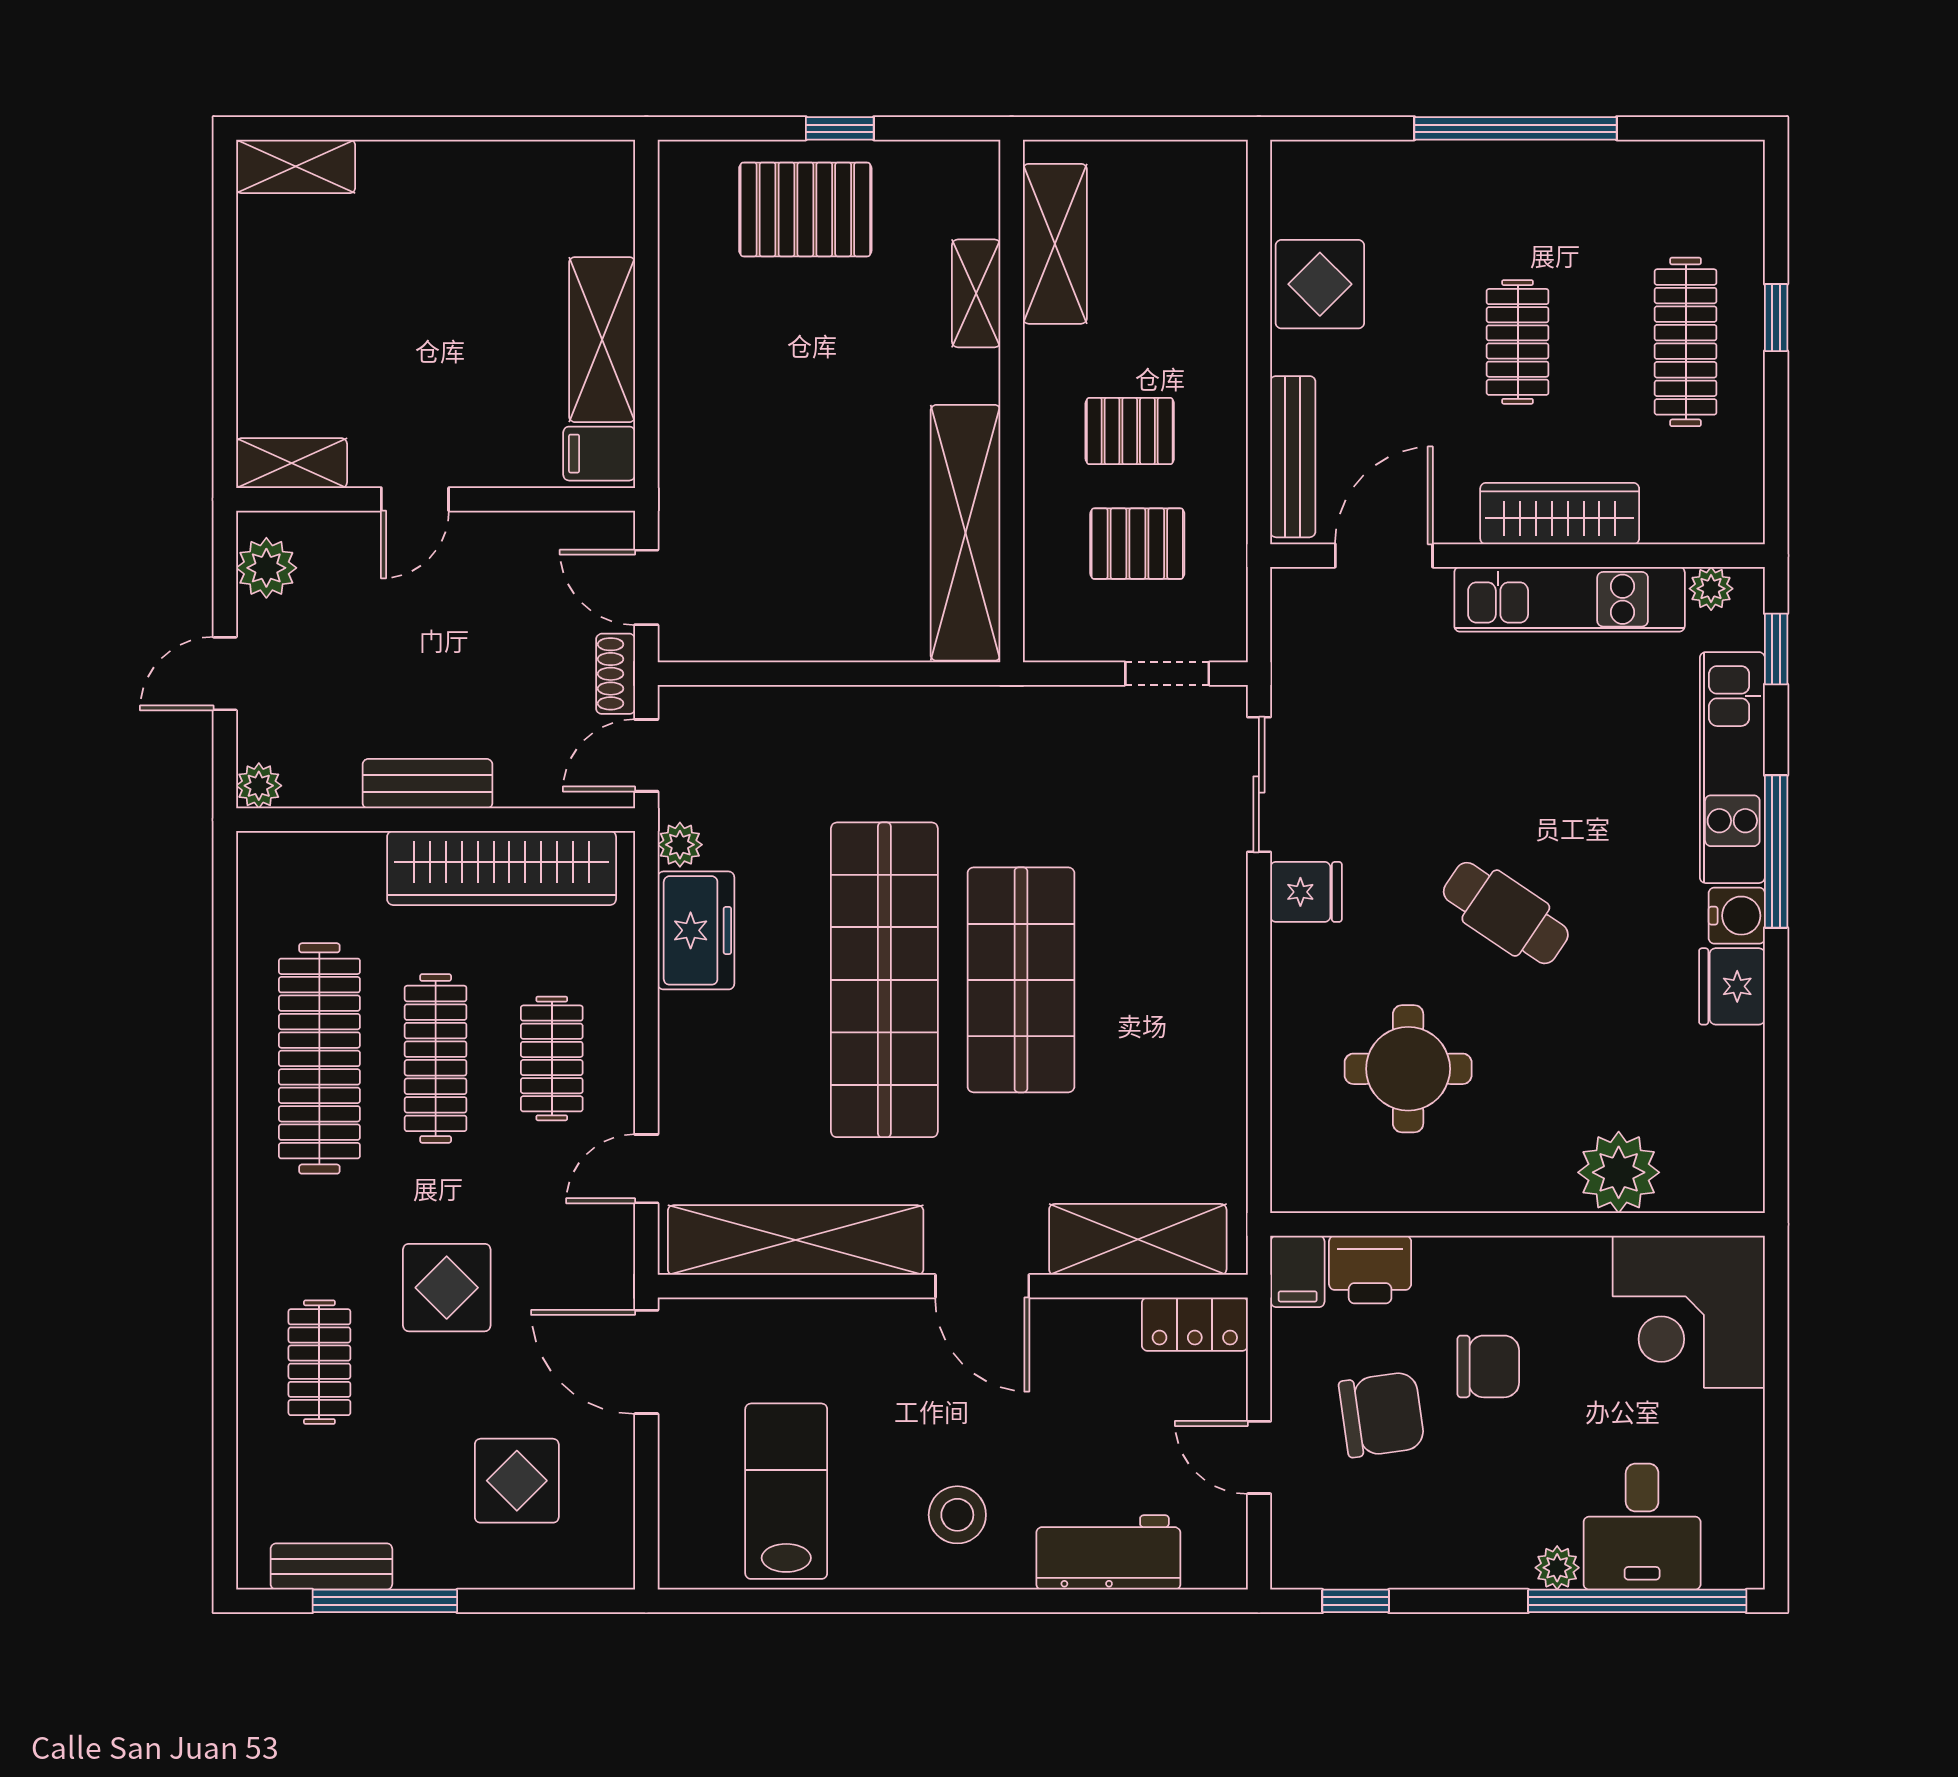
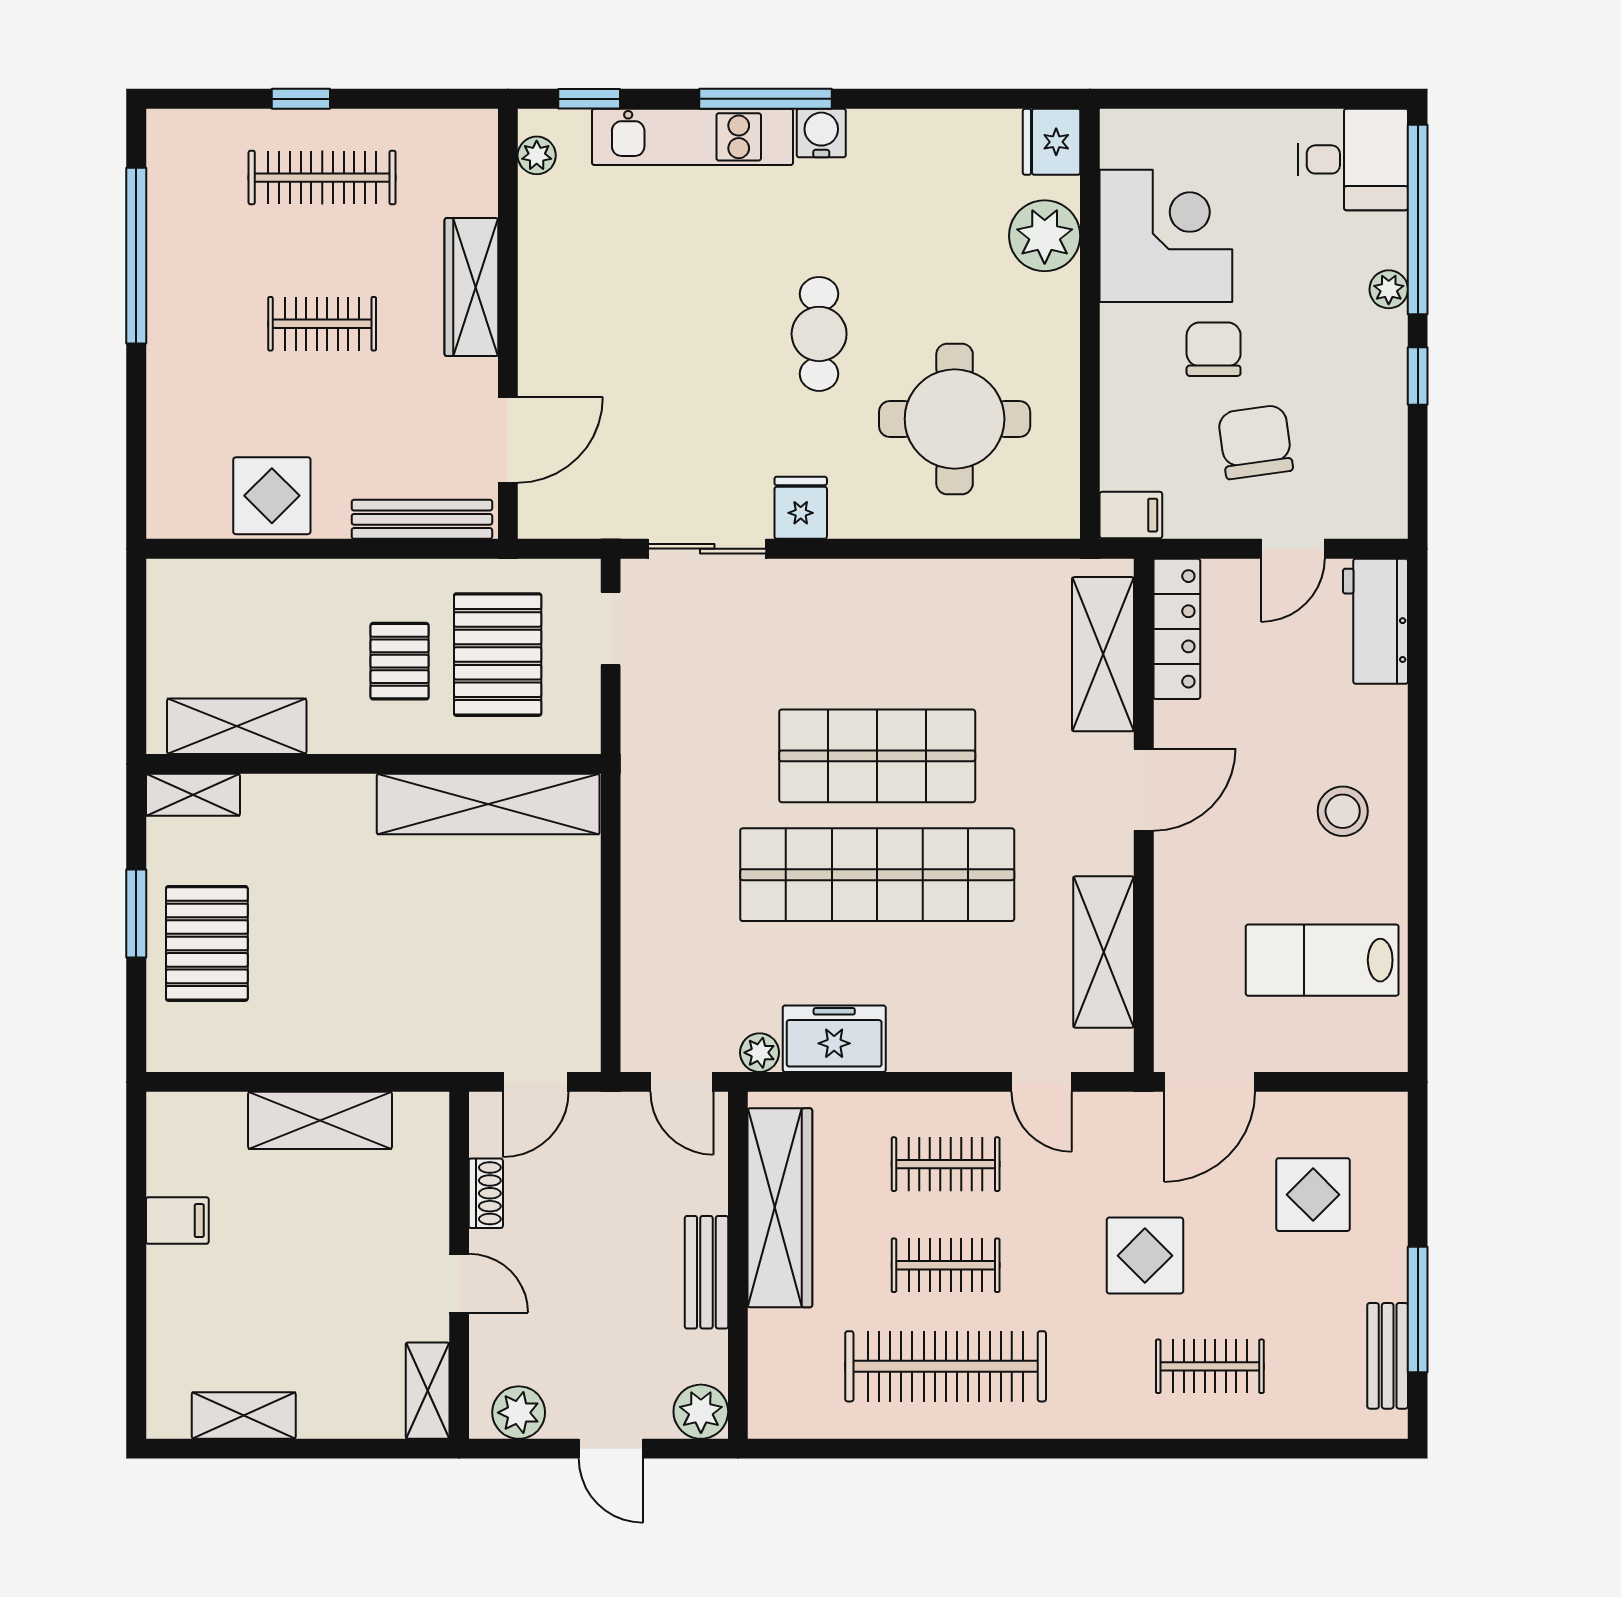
window: (840, 128) -> (136, 913), width x1.50
window: (1515, 128) -> (136, 256), moved
shelving: (296, 166) -> (244, 1416), moved, turned 90
shelving: (976, 293) -> (193, 795), moved
filing cabinet: (599, 454) -> (177, 1221), moved, turned -90
pallet: (1137, 544) -> (498, 655), width x1.50, depth x1.42
door: (1384, 556) -> (508, 440), swing flipped
kitchen unit: (1570, 599) -> (546, 279), removed
shoe rack: (616, 674) -> (486, 1193), moved, turned -90
plant: (259, 786) -> (701, 1412), width x1.38, depth x1.38
cafe table: (1506, 913) -> (819, 334), turned -34
fridge: (1732, 986) -> (1052, 142), moved, turned 90
clothes rail: (436, 1058) -> (946, 1265), width x0.73
round table: (1408, 1069) -> (955, 419), width x1.36, depth x1.36
shelving: (796, 1240) -> (1104, 952), width x0.68
printer: (1370, 1270) -> (1129, 452), removed
corner desk: (1689, 1312) -> (1166, 236), moved, turned -90
locker: (1195, 1324) -> (1177, 629), width x1.53
desk: (1642, 1527) -> (1353, 159), moved
workbench: (1108, 1552) -> (1375, 621), moved
window: (1356, 1601) -> (1418, 376), moved

